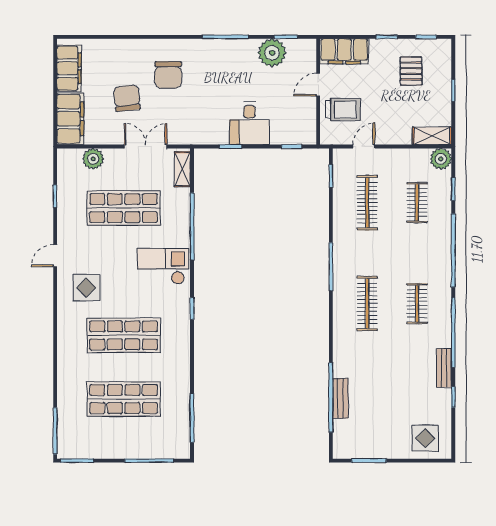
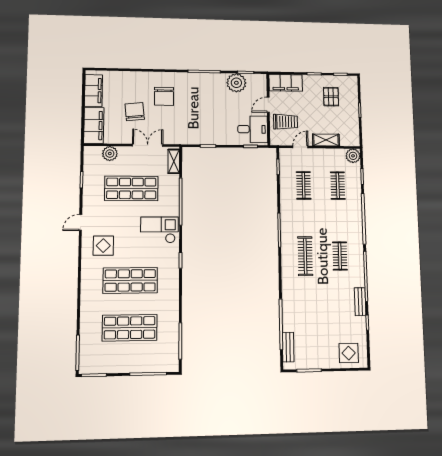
desk: (249, 123) -> (253, 129), moved, turned -90
shelving: (432, 136) -> (326, 140), moved
clothes rail: (367, 203) -> (304, 185), width x0.73
bench: (340, 398) -> (288, 347), moved

